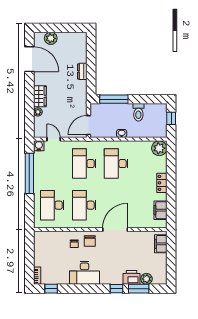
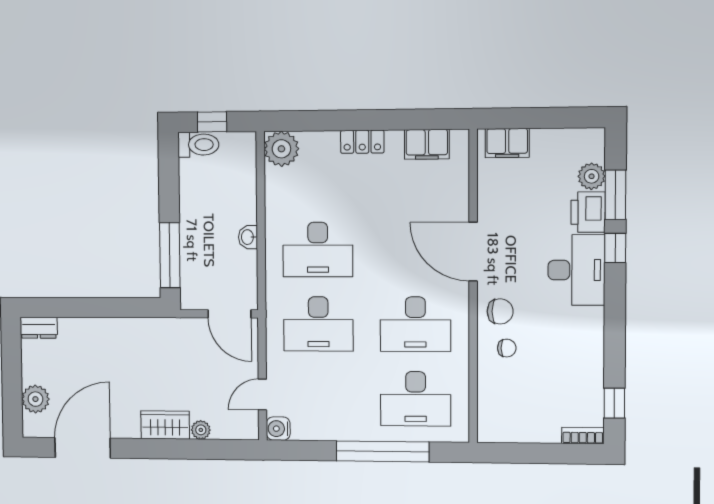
dresser: (82, 71) -> (39, 328), moved
toilet: (138, 112) -> (198, 145), moved
window: (29, 173) -> (383, 451), moved
desk: (84, 273) -> (576, 270), moved

